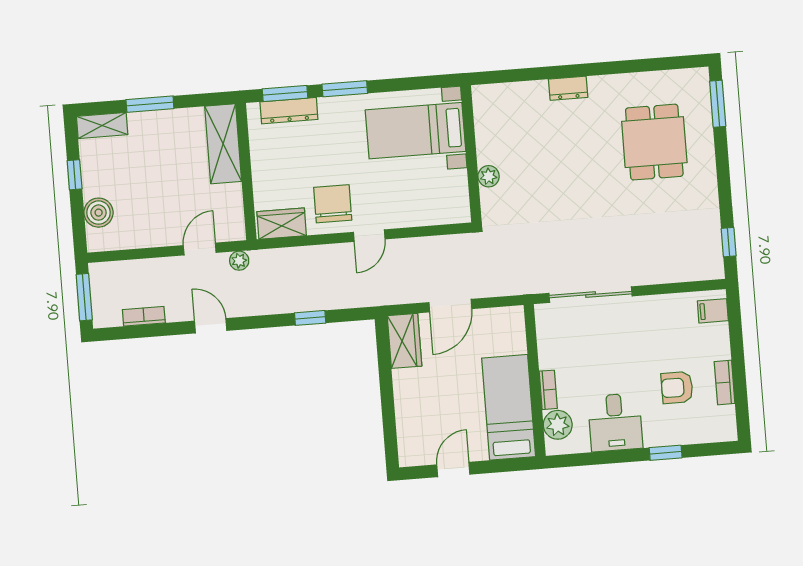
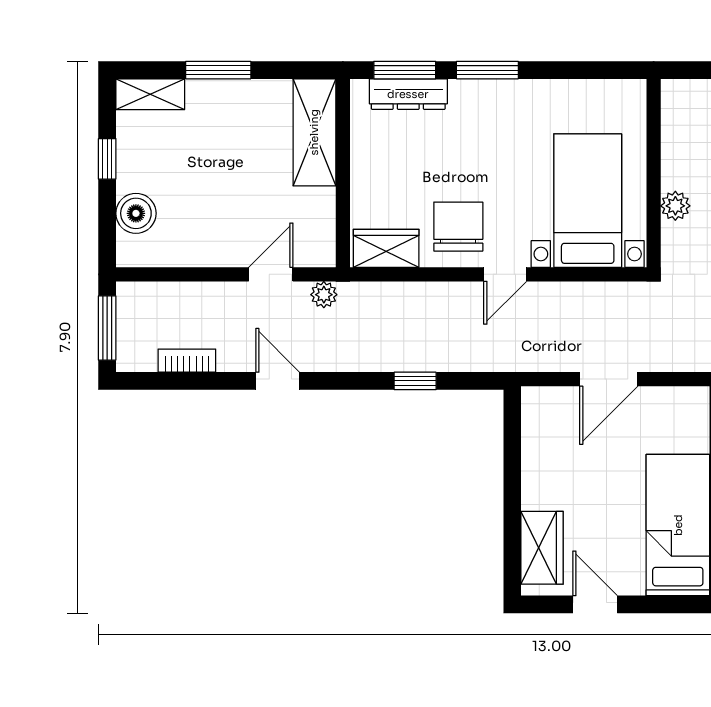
bed with nightstands: (416, 131) -> (588, 201), moved, turned 90
wardrobe: (404, 341) -> (542, 548), moved
door: (453, 469) -> (595, 604), hinge flipped

